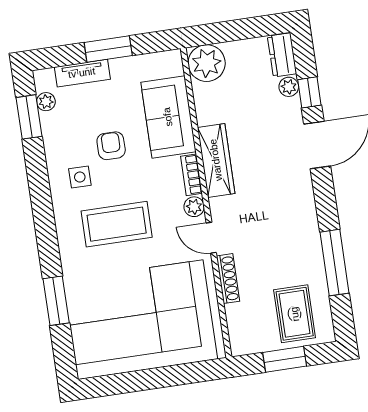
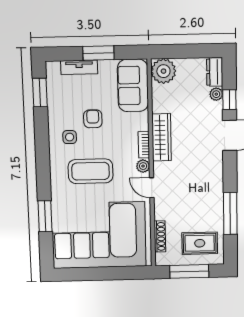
plant: (46, 102) -> (52, 84), removed
sofa: (168, 117) -> (133, 85), moved
shoe rack: (228, 279) -> (160, 236), moved
rug: (295, 314) -> (200, 243), turned 90
window: (285, 359) -> (189, 271), width x1.44

